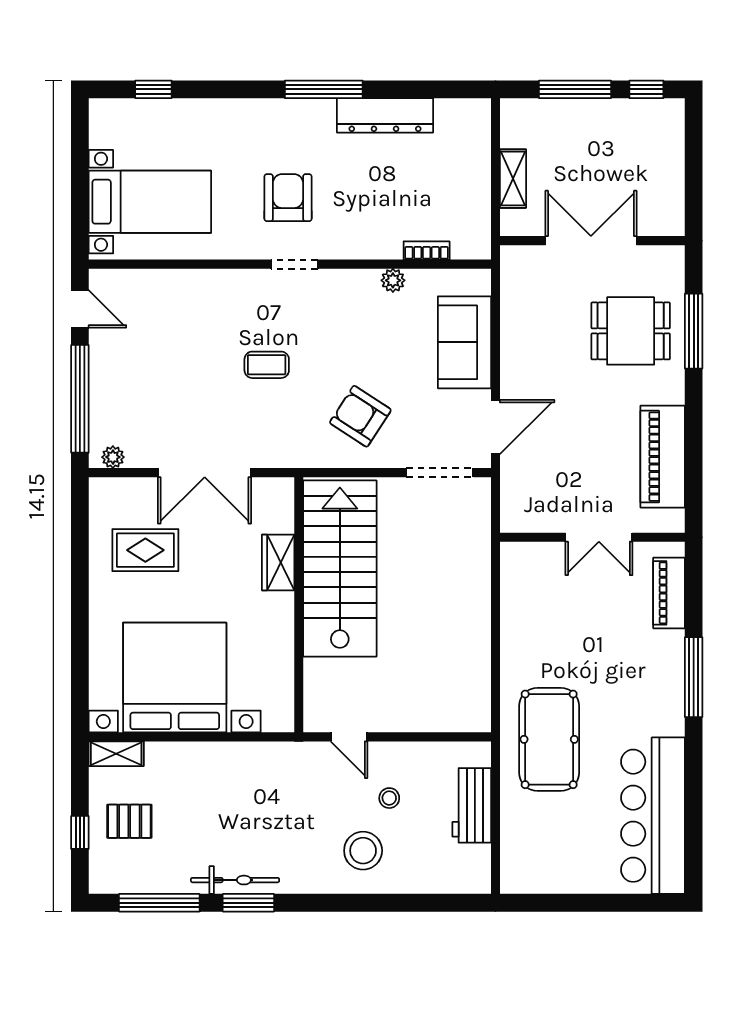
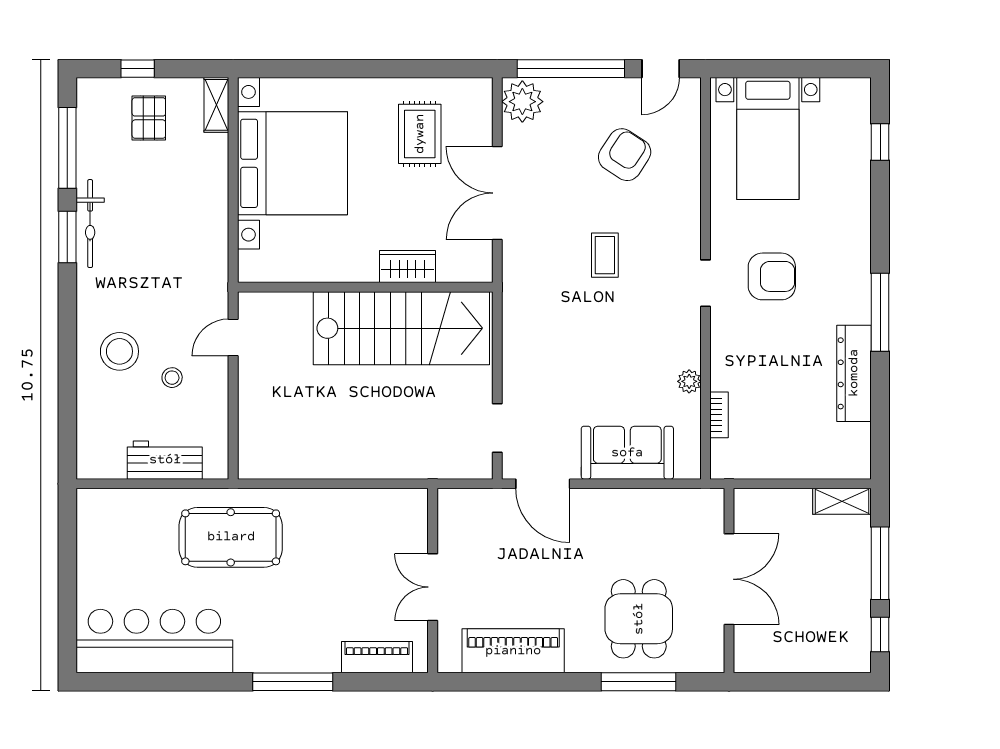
shelving: (513, 179) -> (842, 501), moved
armchair: (360, 416) -> (625, 155), moved
plant: (113, 457) -> (522, 102), width x1.88, depth x1.88
doorway: (440, 473) -> (497, 428), width x0.73

